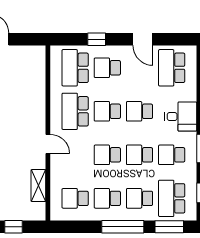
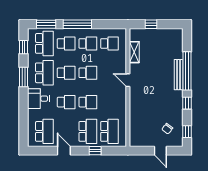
school desk: (107, 68) -> (88, 131), width x1.85
school desk: (75, 111) -> (110, 102), removed
school desk: (172, 155) -> (44, 73), width x1.85

